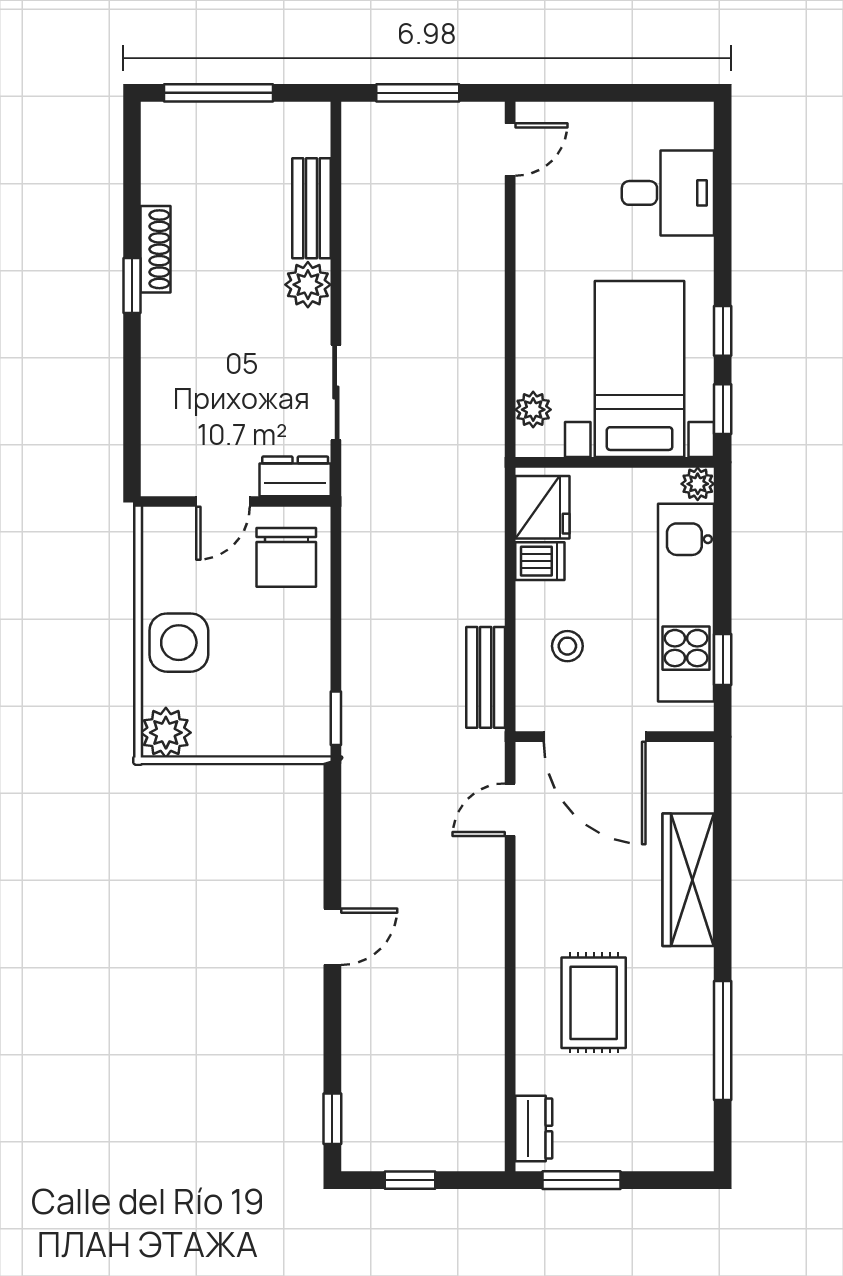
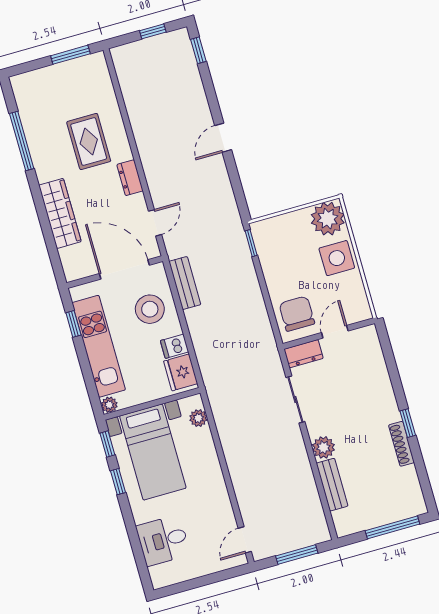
stool: (567, 646) -> (150, 309), width x1.89, depth x1.89
plant: (166, 733) -> (328, 219), width x1.36, depth x1.36
dresser: (534, 1129) -> (130, 178), moved

